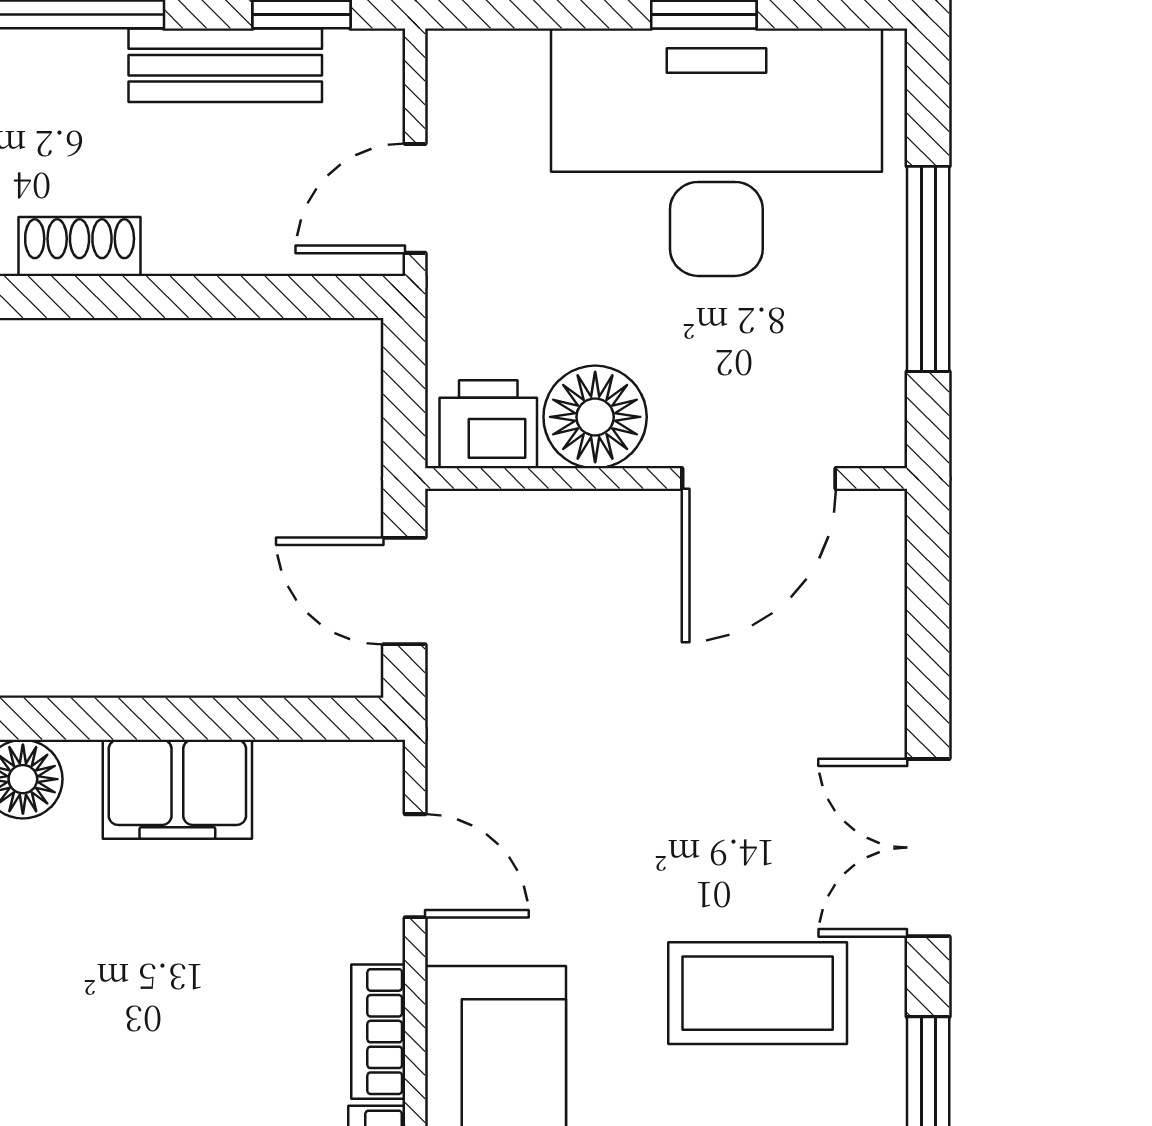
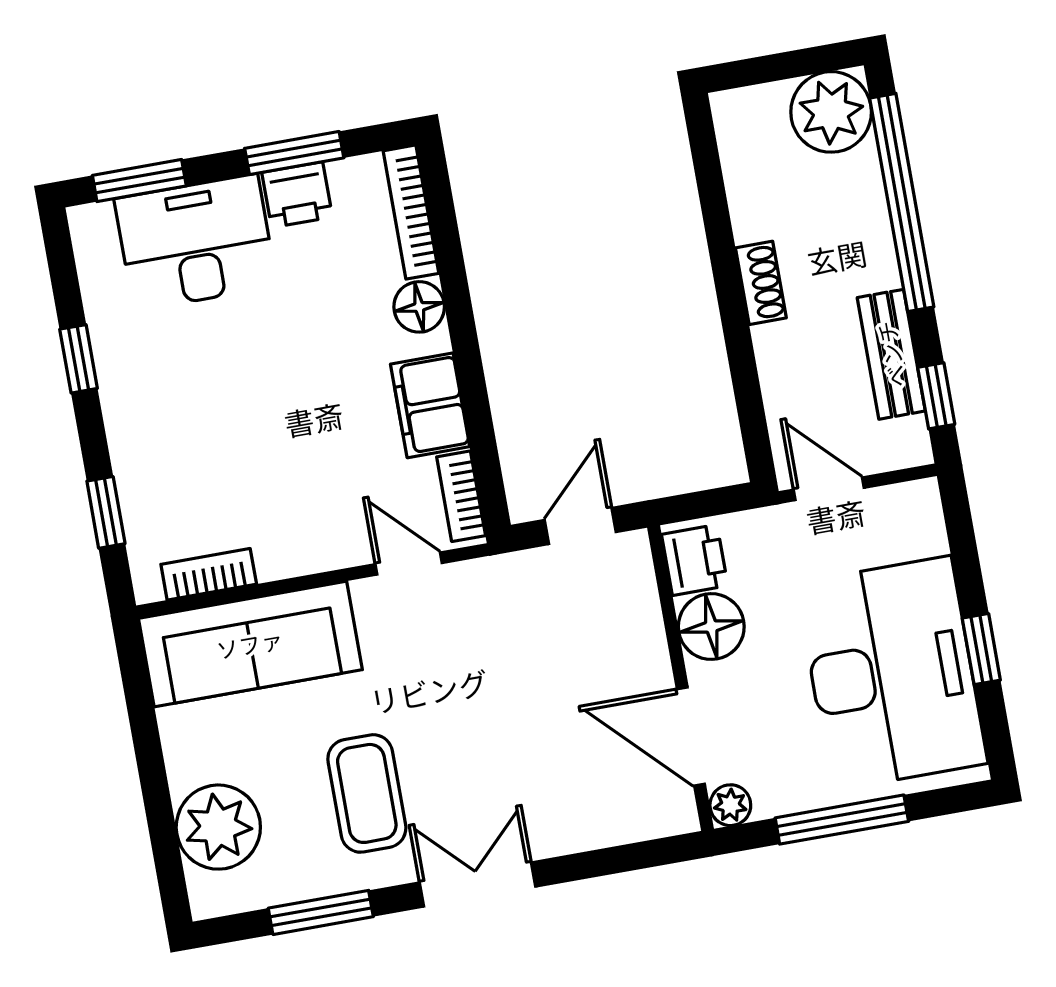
plant: (875, 437) -> (730, 805), added
door: (415, 866) -> (409, 564), swing flipped
bookcase: (378, 1032) -> (461, 496), moved, turned -90

